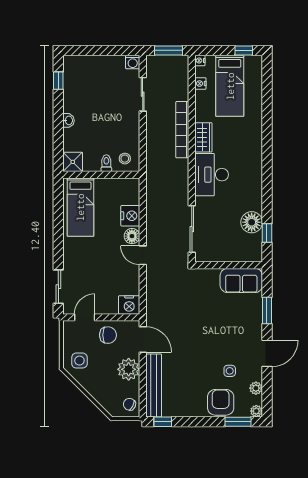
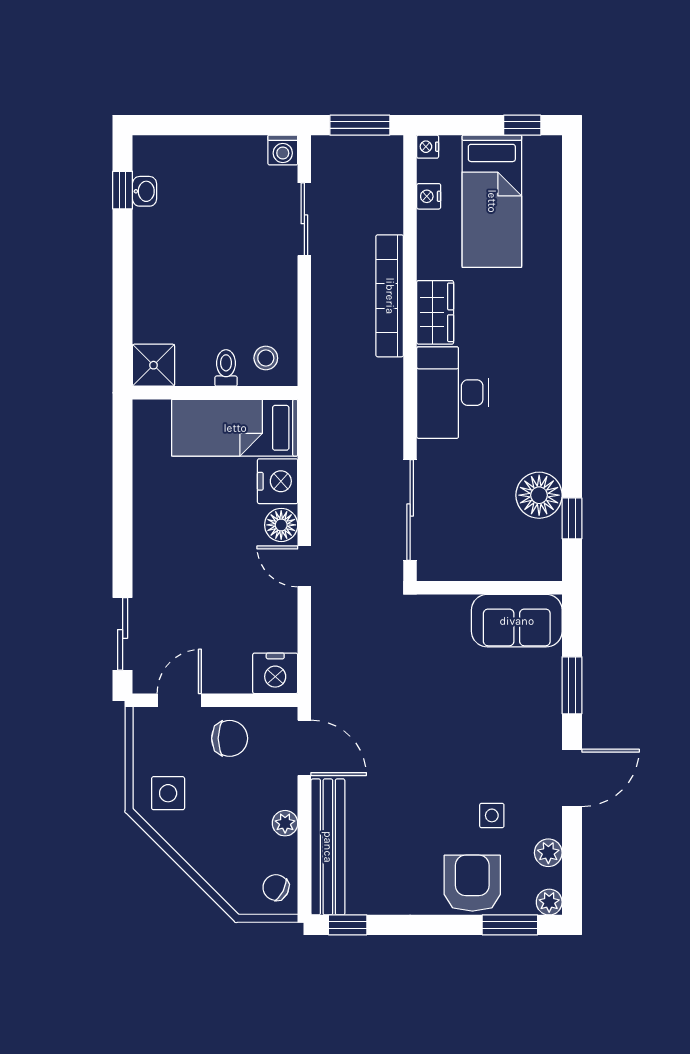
washbasin: (69, 120) -> (145, 191), moved
bed: (80, 207) -> (235, 428), moved, turned 90
plant: (129, 369) -> (285, 823), width x0.53, depth x0.53

